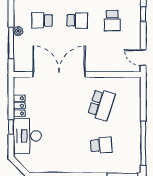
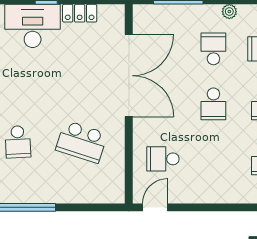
window: (143, 14) -> (224, 207), removed
school desk: (112, 20) -> (163, 159), moved
plant: (18, 31) -> (229, 12), moved

